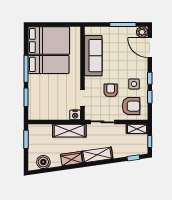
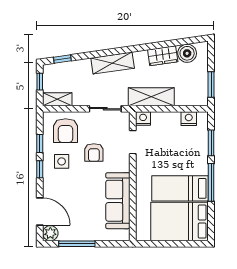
armchair: (131, 106) -> (66, 131), turned -90
nightstand: (42, 115) -> (189, 119), added
wardrobe: (71, 159) -> (163, 56), moved

